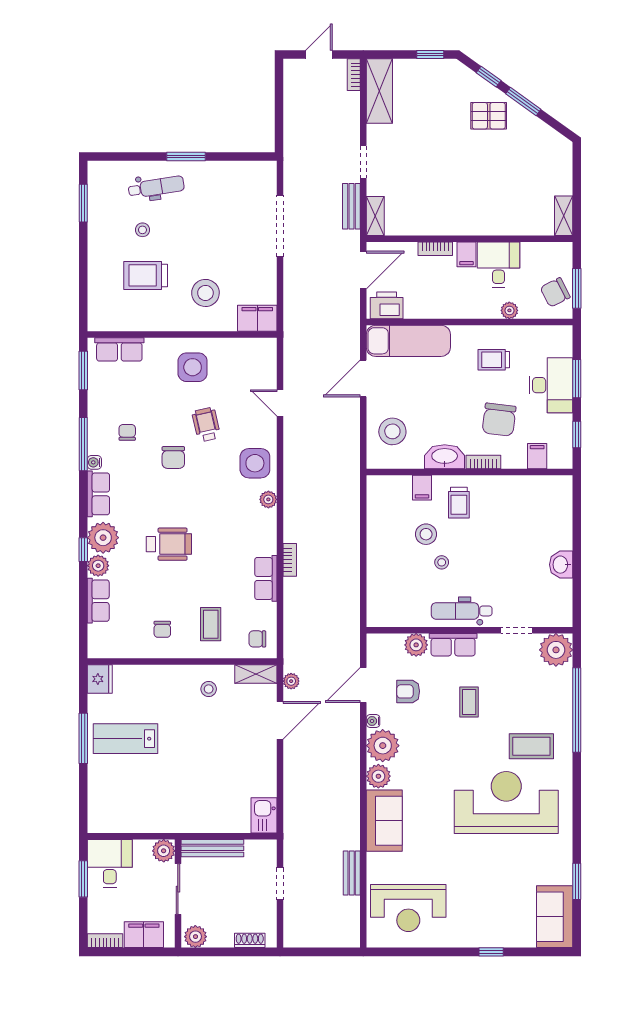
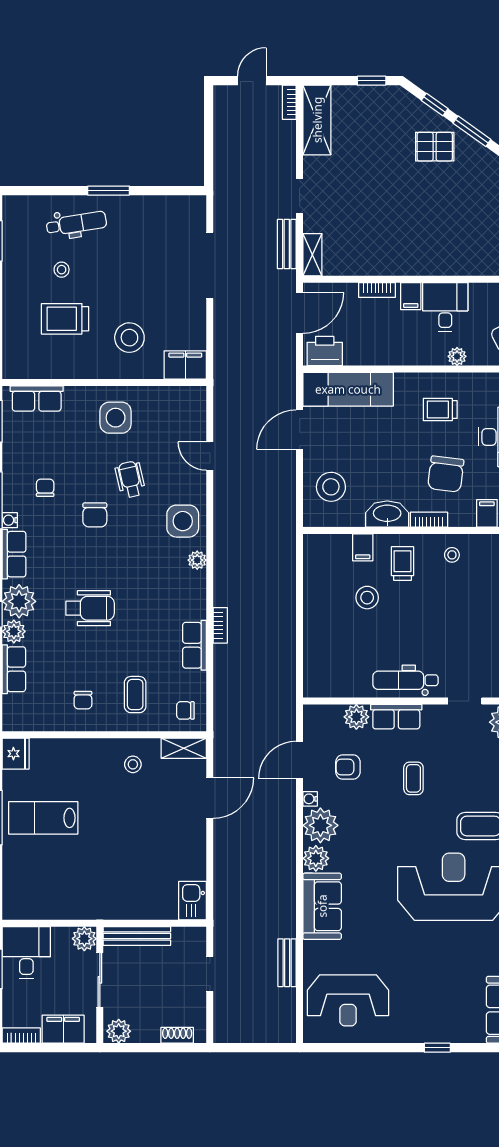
trolley: (459, 503) -> (403, 563), turned 180
stool: (442, 562) -> (452, 555), moved
plant: (291, 681) -> (222, 756), removed

